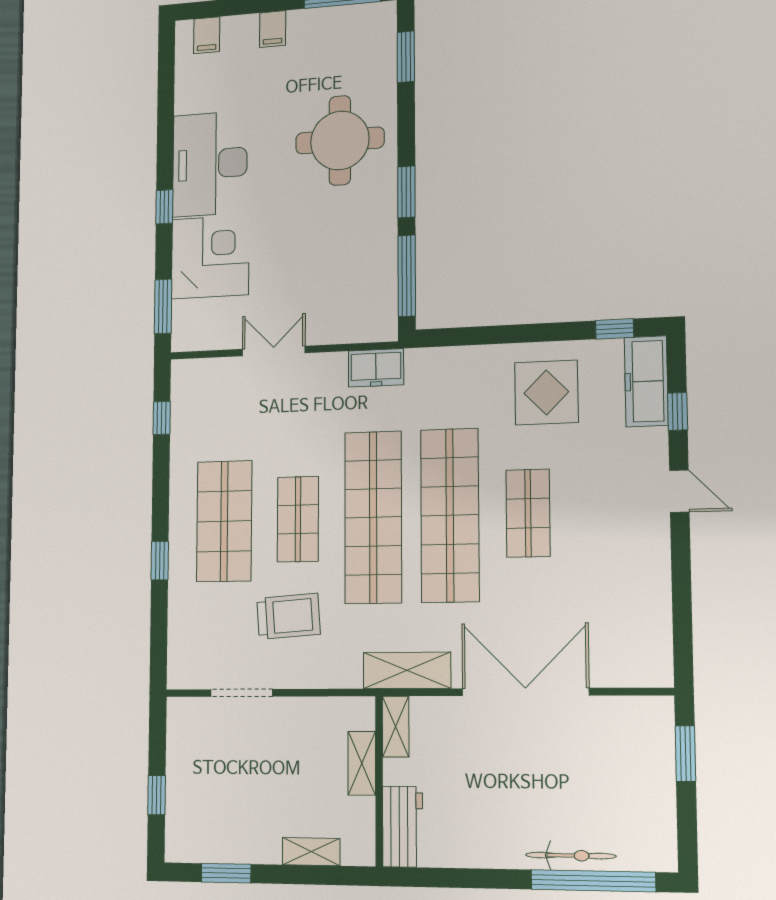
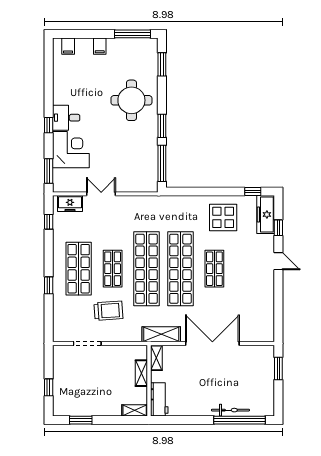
desk: (210, 164) -> (66, 118), width x0.53, depth x0.77
freezer: (376, 368) -> (70, 203), moved
shelving: (311, 852) -> (135, 410), moved

